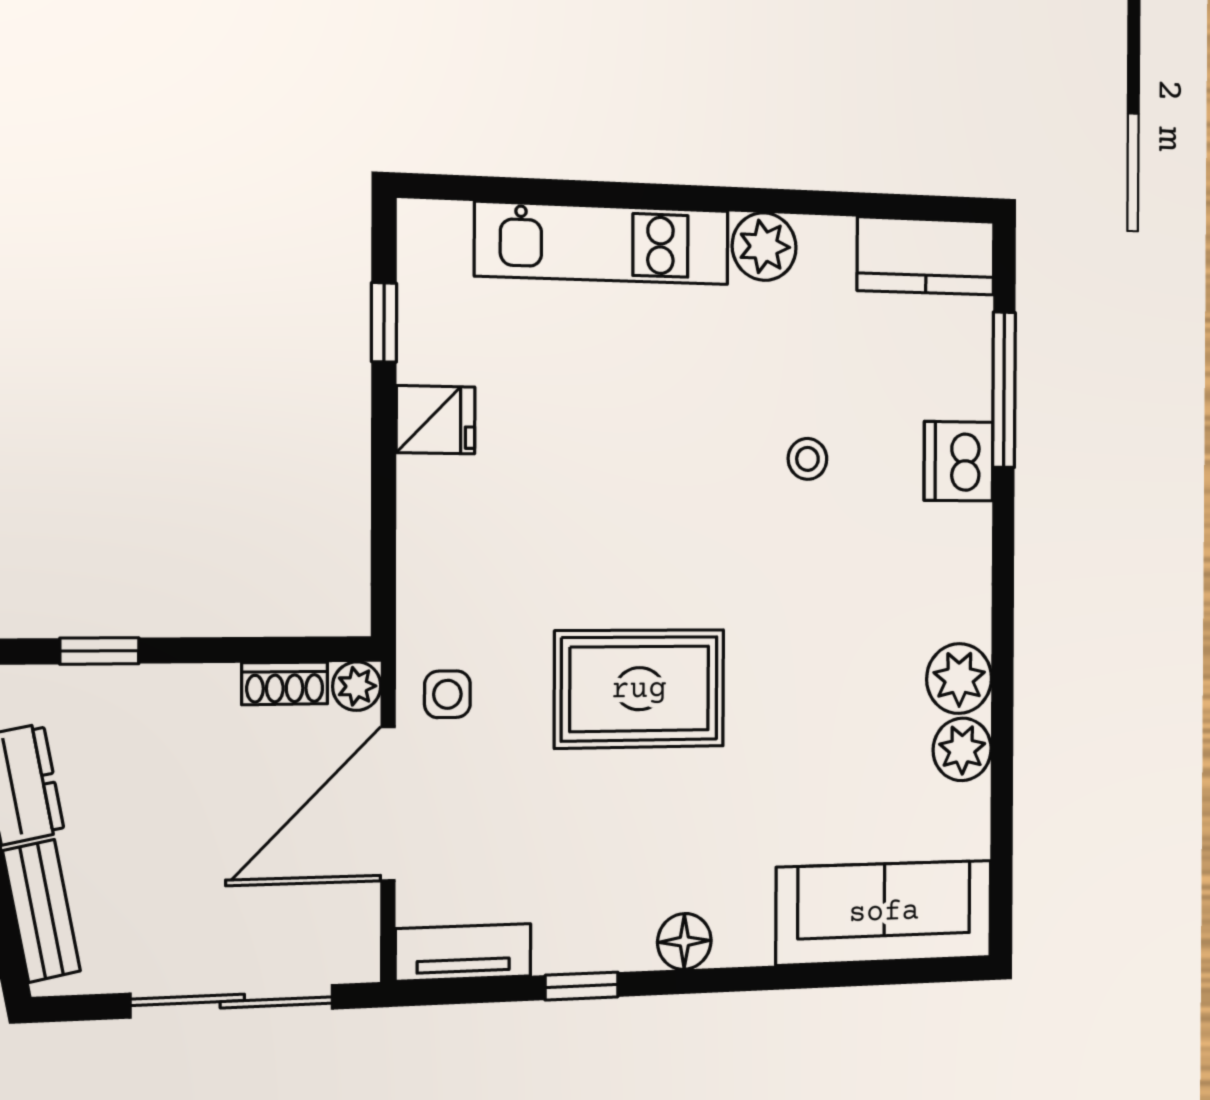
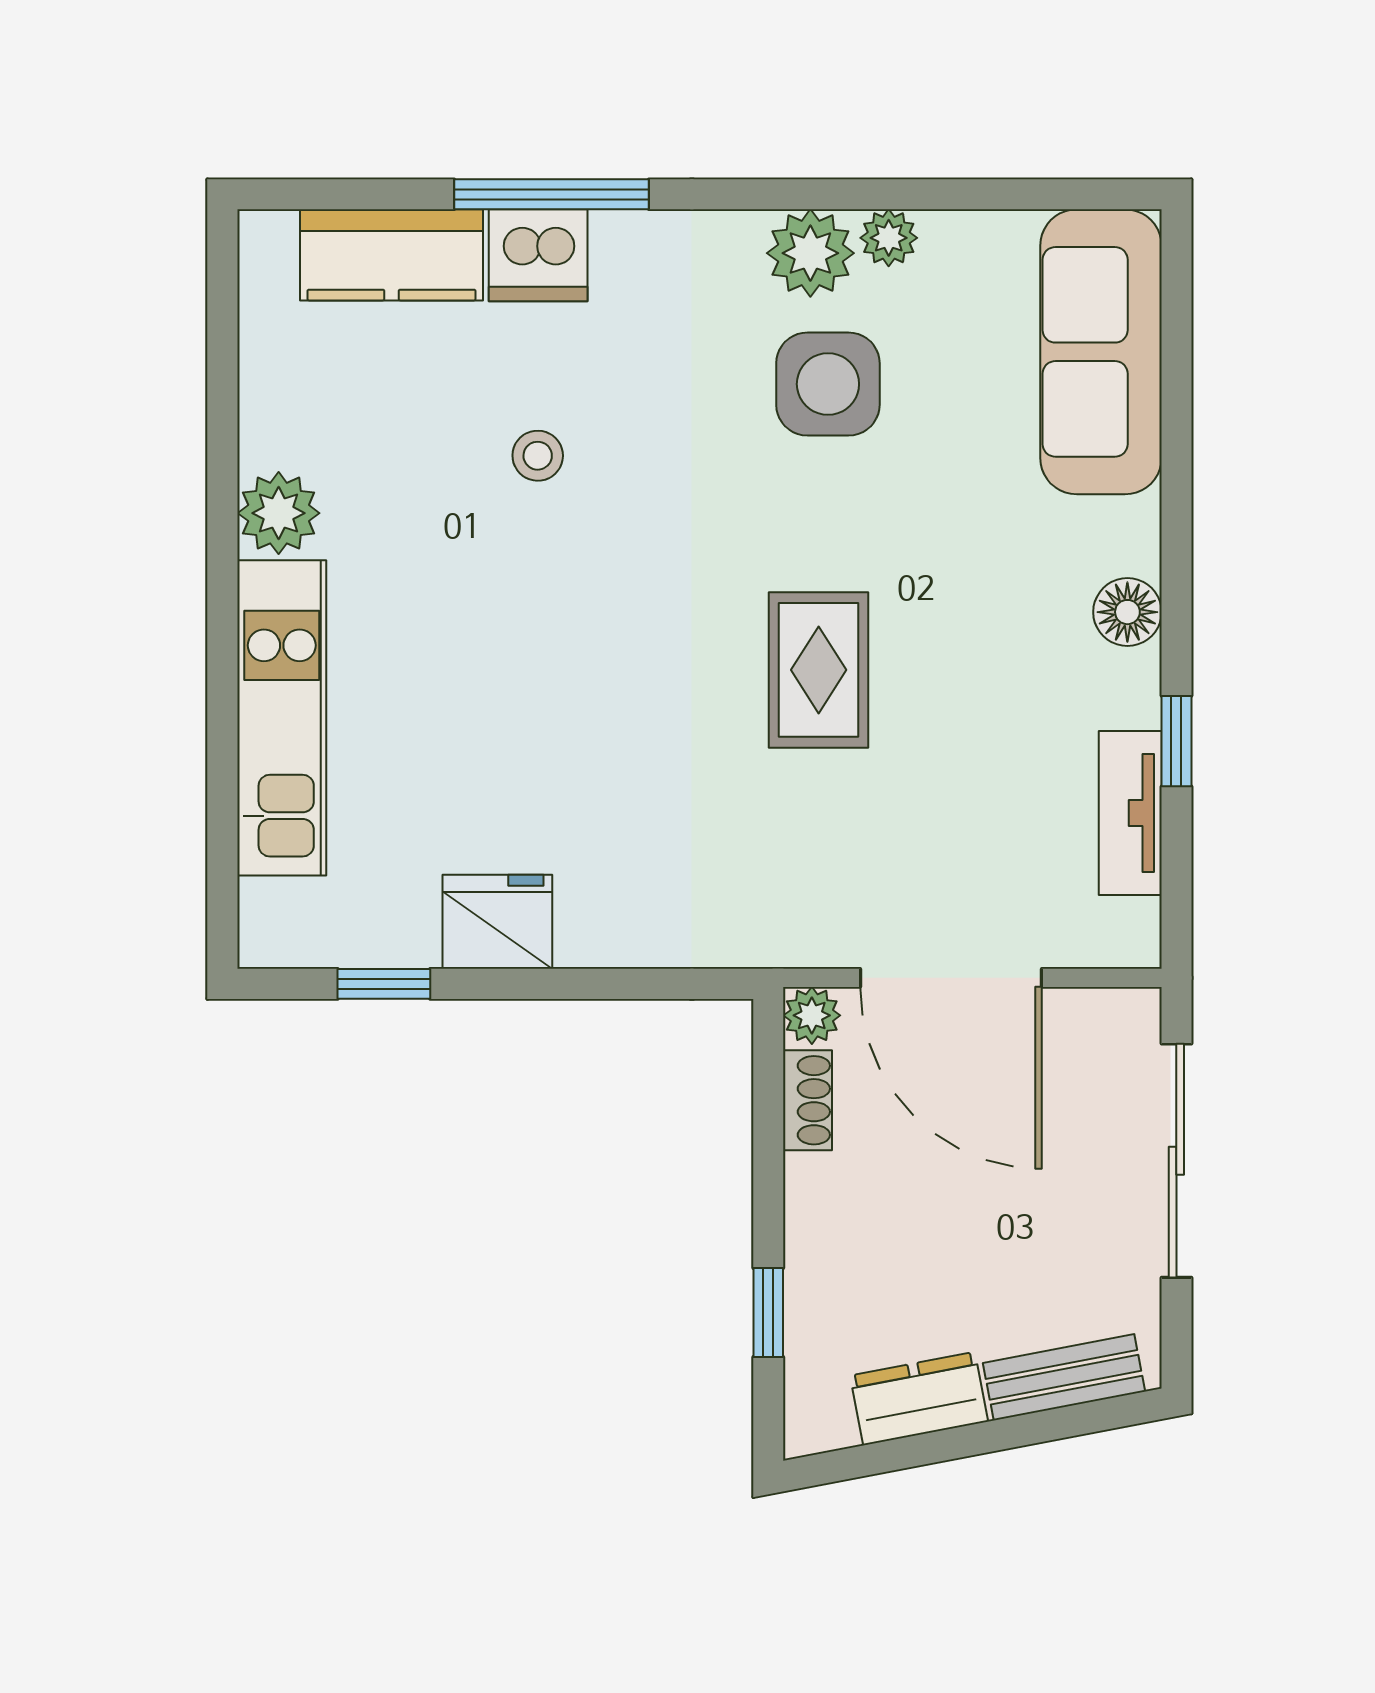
kitchen counter: (926, 256) -> (392, 255), moved, turned 90
window: (1004, 390) -> (551, 194), moved
fridge: (436, 420) -> (497, 922), width x1.38
rug: (639, 689) -> (819, 670), width x0.73, depth x0.70
side table: (447, 694) -> (828, 384), moved, width x1.87, depth x1.87
plant: (962, 749) -> (889, 238), width x0.73, depth x0.73
tv unit: (463, 952) -> (1130, 813), moved

